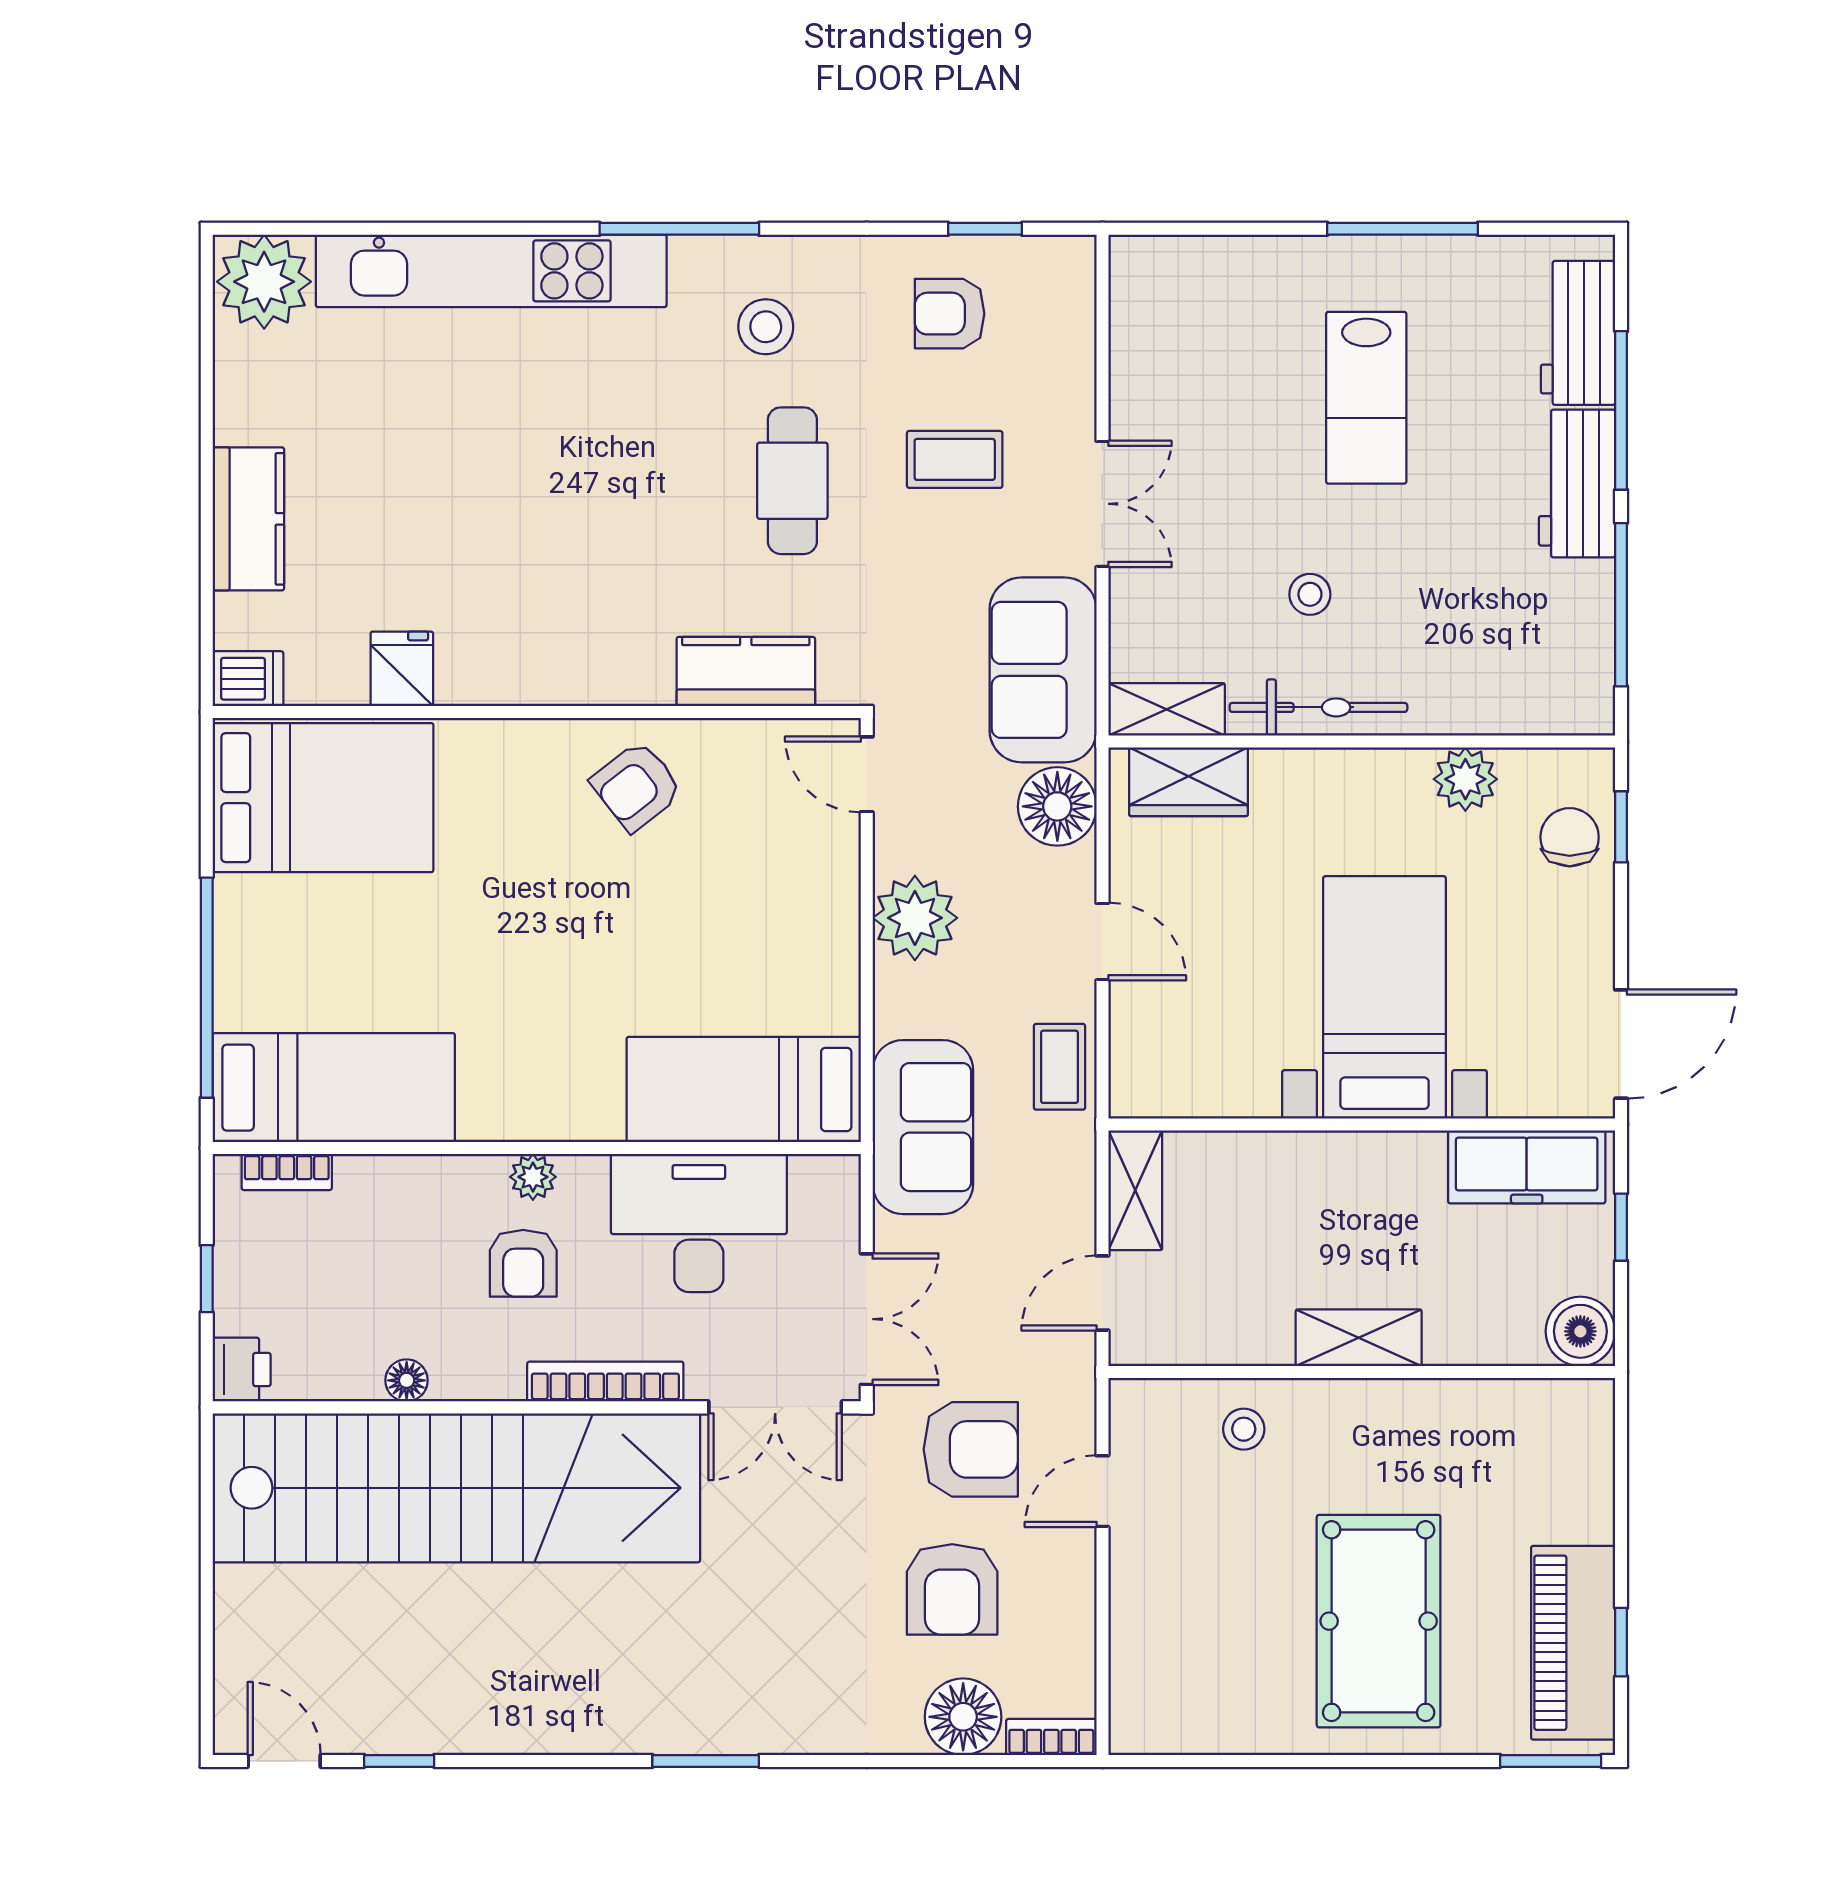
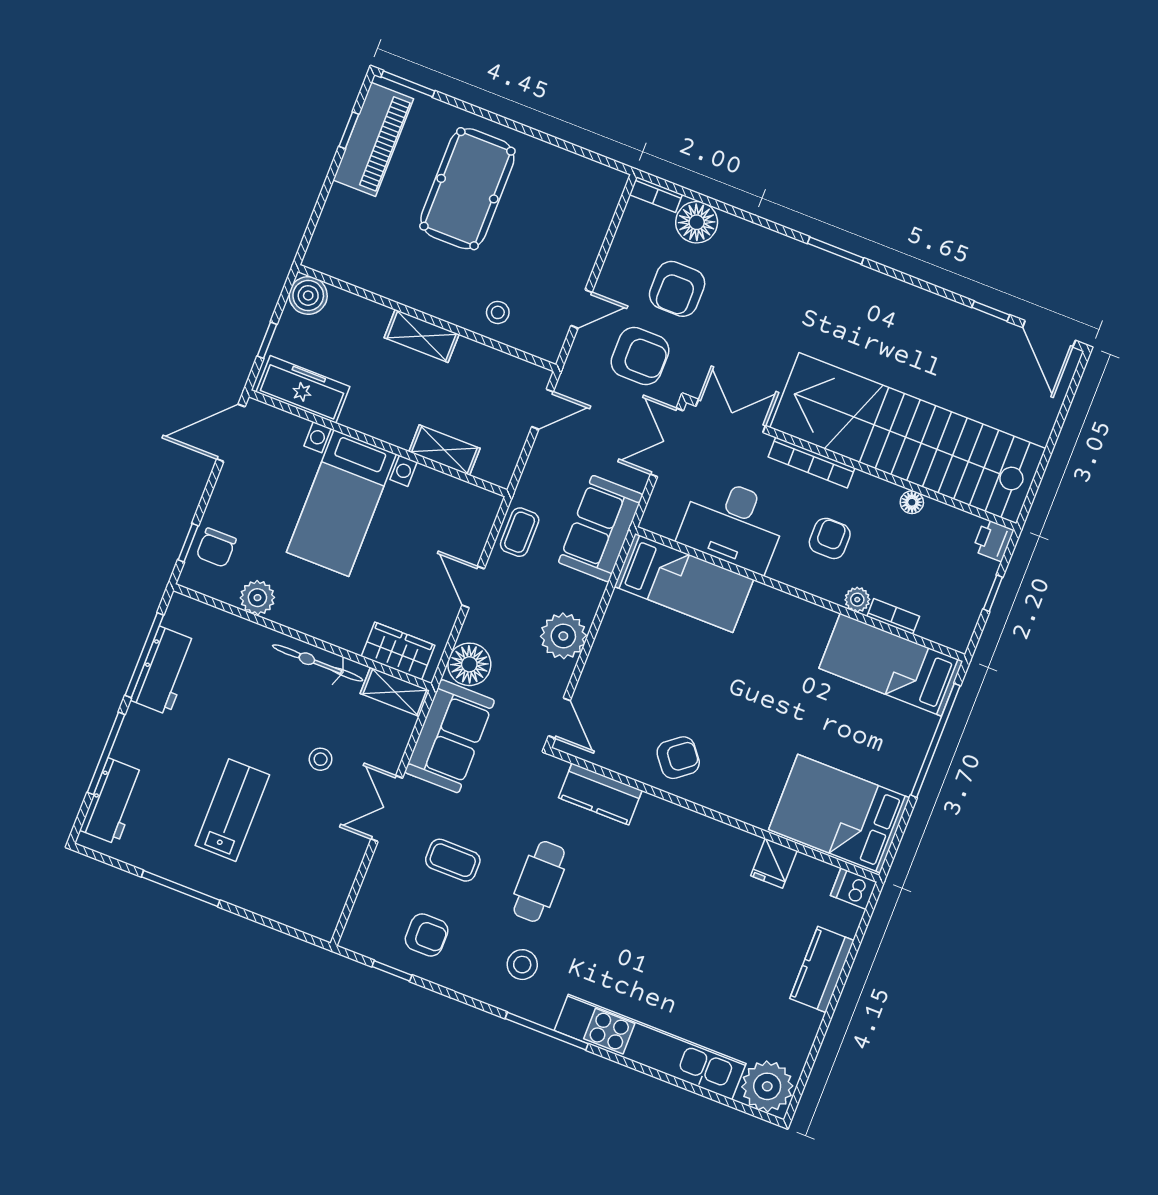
workbench: (1577, 484) -> (164, 671), moved
stool: (1310, 594) -> (321, 759), moved
bookcase: (287, 1172) -> (893, 616), moved
plant: (533, 1177) -> (857, 600), moved
shelving: (1135, 1190) -> (444, 450), moved, turned 90
armchair: (971, 1449) -> (640, 356), turned 180
armchair: (952, 1589) -> (677, 289), turned 180
door: (284, 1761) -> (1049, 334), width x1.38

